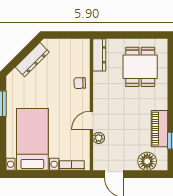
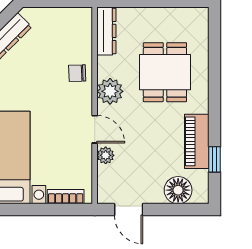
dining table: (140, 67) -> (165, 72), moved
plant: (102, 95) -> (110, 91), added
door: (91, 121) -> (95, 129), swing flipped

